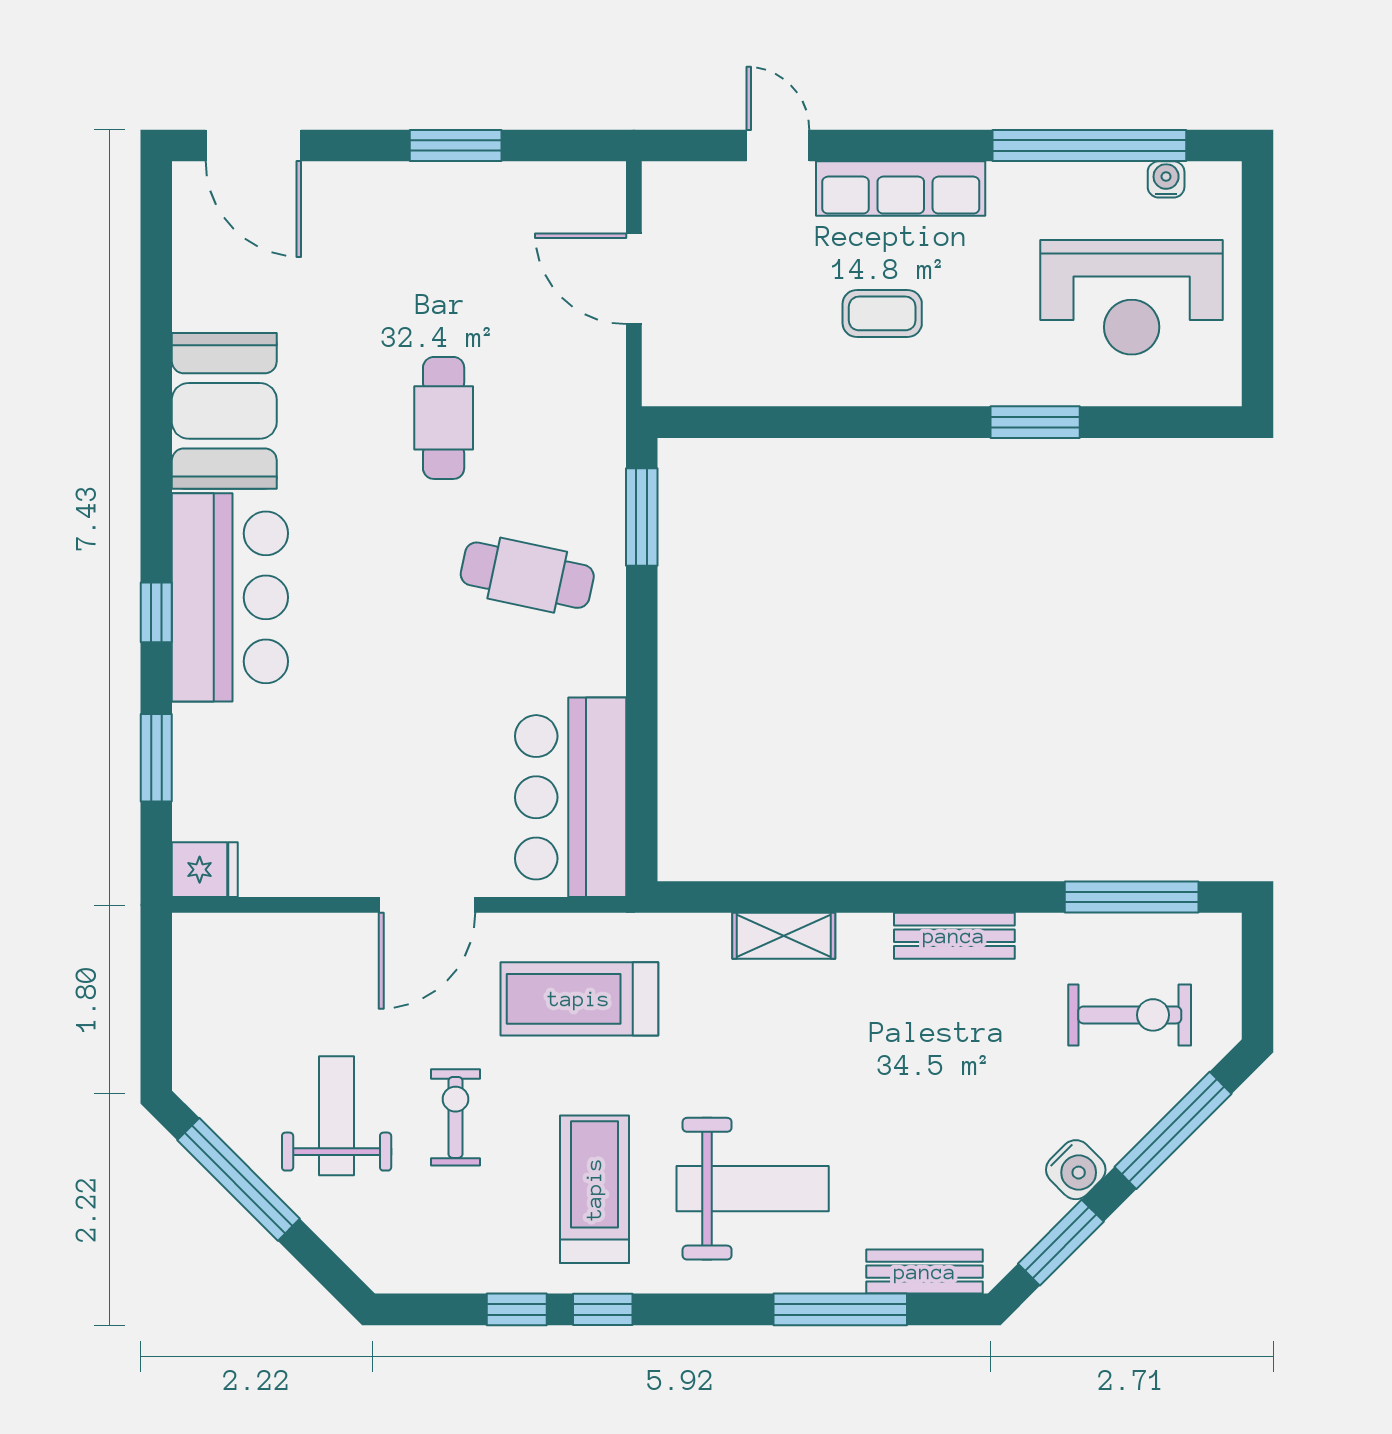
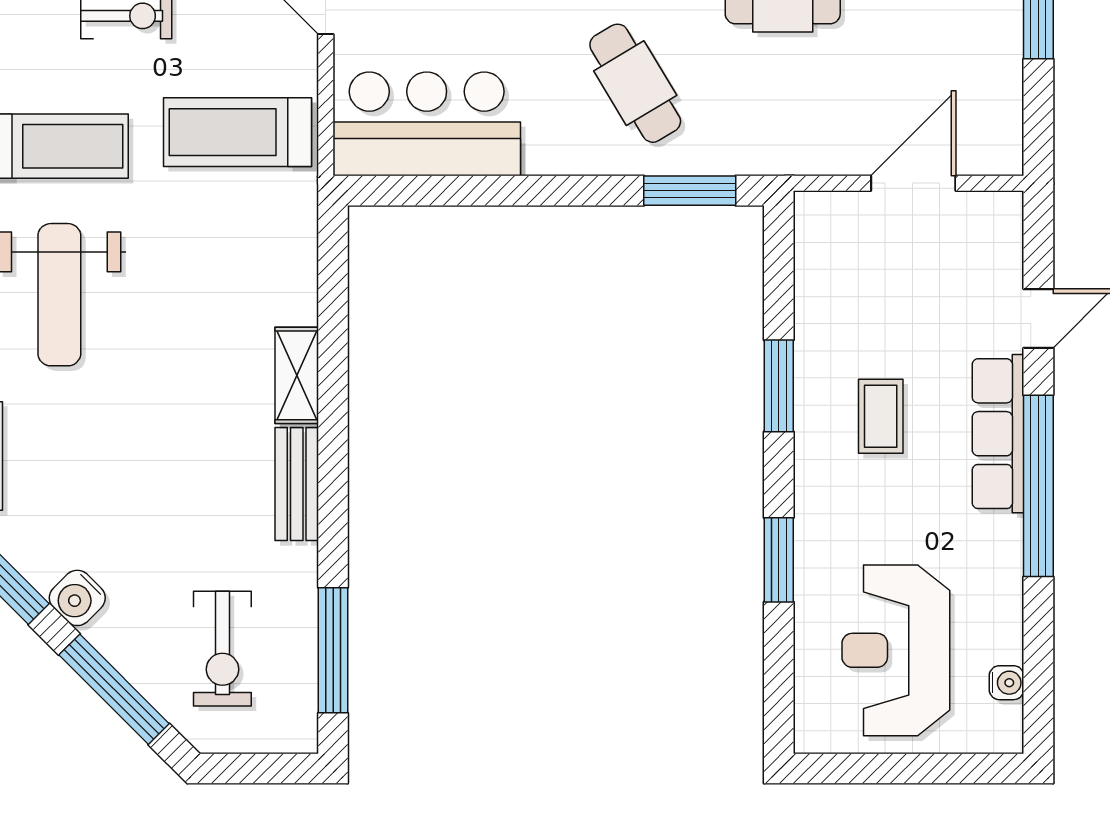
window: (1089, 146) -> (1038, 486), moved
window: (850, 422) -> (779, 386), added
cafe table: (527, 575) -> (635, 83), turned -43
shelving: (784, 936) -> (297, 375), moved
treadmill: (579, 999) -> (238, 132), turned -90

